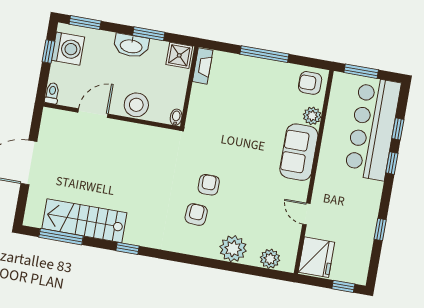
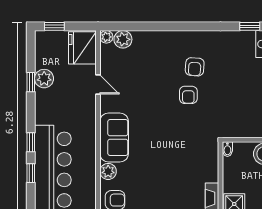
plant: (365, 231) -> (44, 79), added
plant: (233, 249) -> (106, 37), moved, width x0.53, depth x0.53

